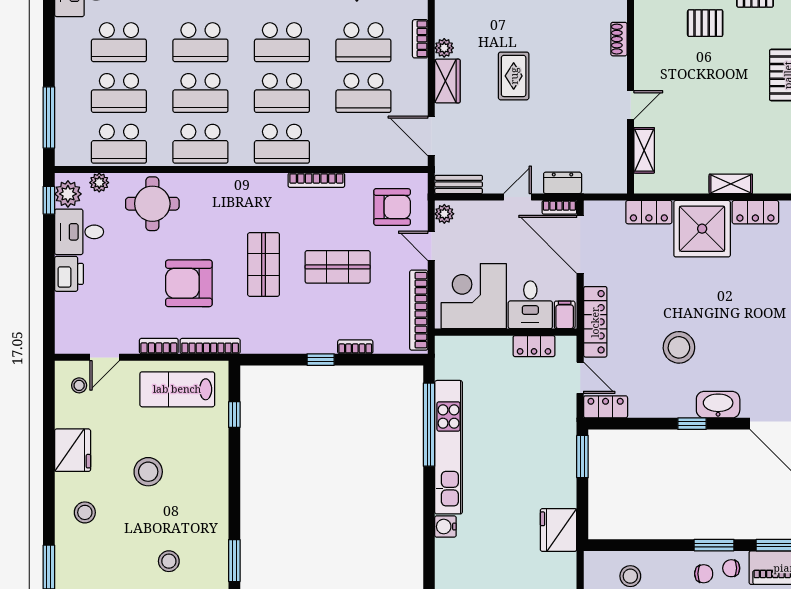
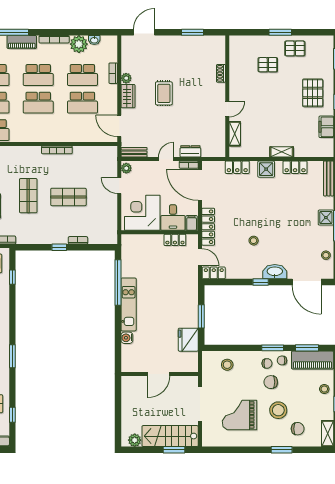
school desk: (282, 144) -> (38, 130), removed
armchair: (392, 207) -> (98, 164), removed
shower: (702, 229) -> (266, 169), width x0.54, depth x0.54
bookcase: (419, 310) -> (112, 220), removed
stool: (679, 347) -> (254, 241), width x0.53, depth x0.53
kitchen unit: (449, 447) -> (129, 304), width x0.73
window: (582, 457) -> (201, 316), moved

